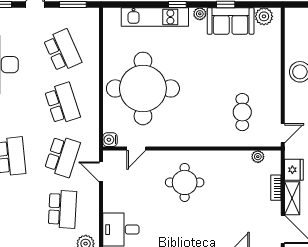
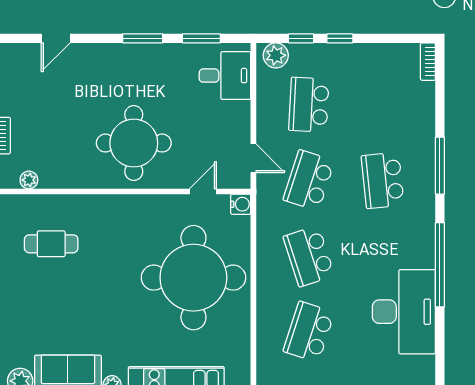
school desk: (62, 51) -> (309, 332), turned 42
cafe table: (242, 112) -> (51, 244), turned 90
round table: (185, 182) -> (134, 143), width x1.36, depth x1.36

